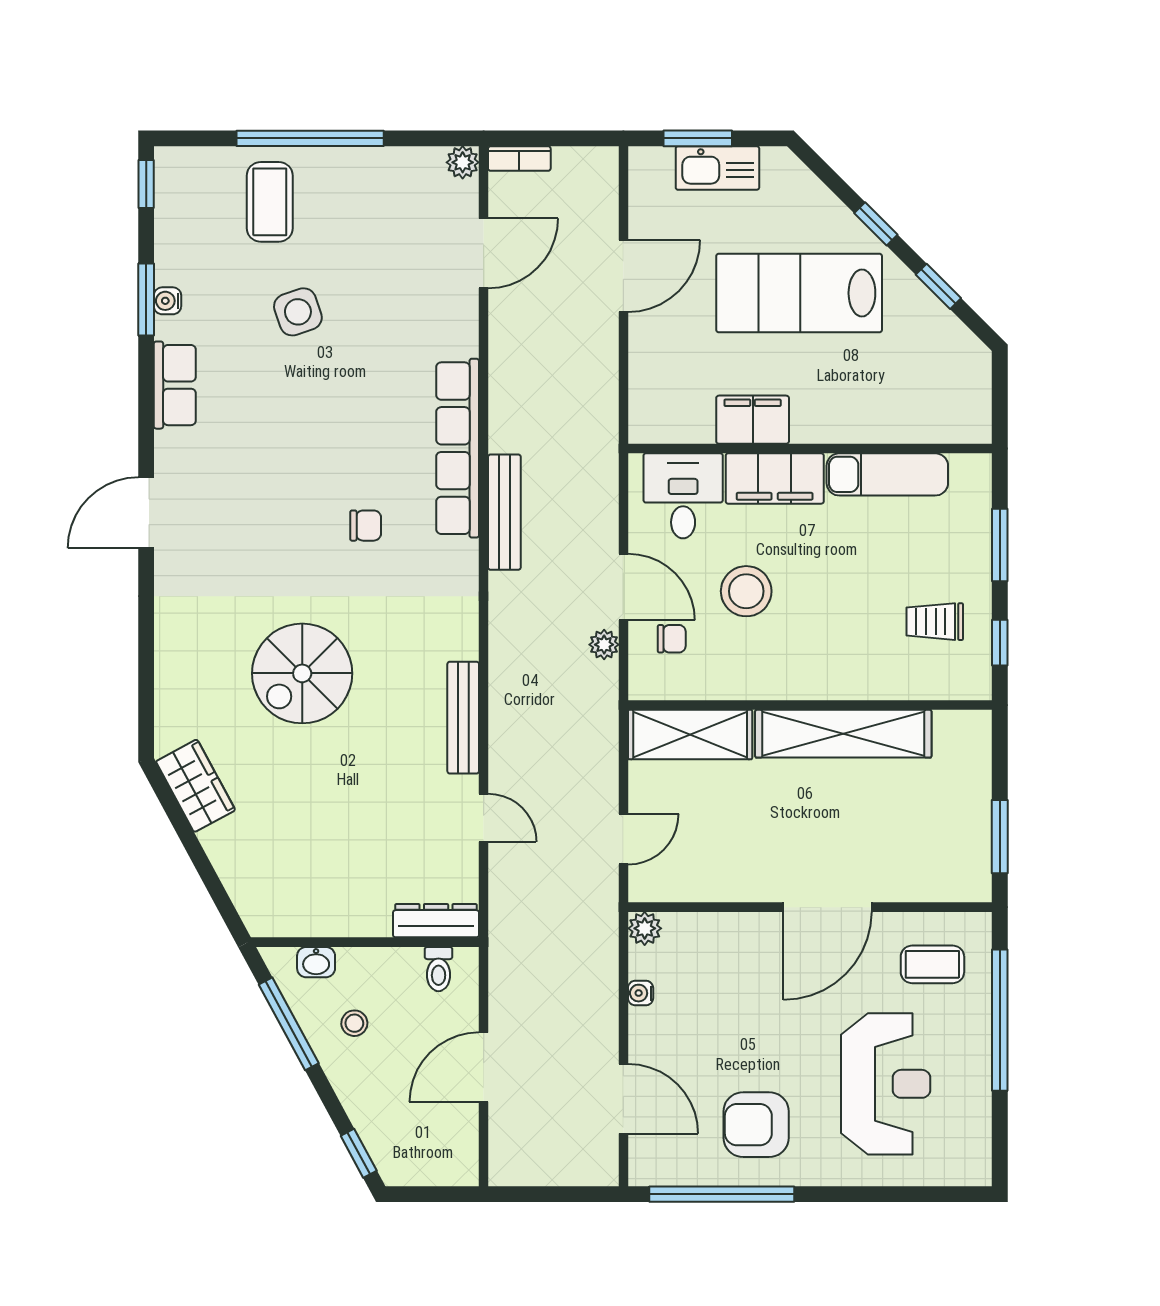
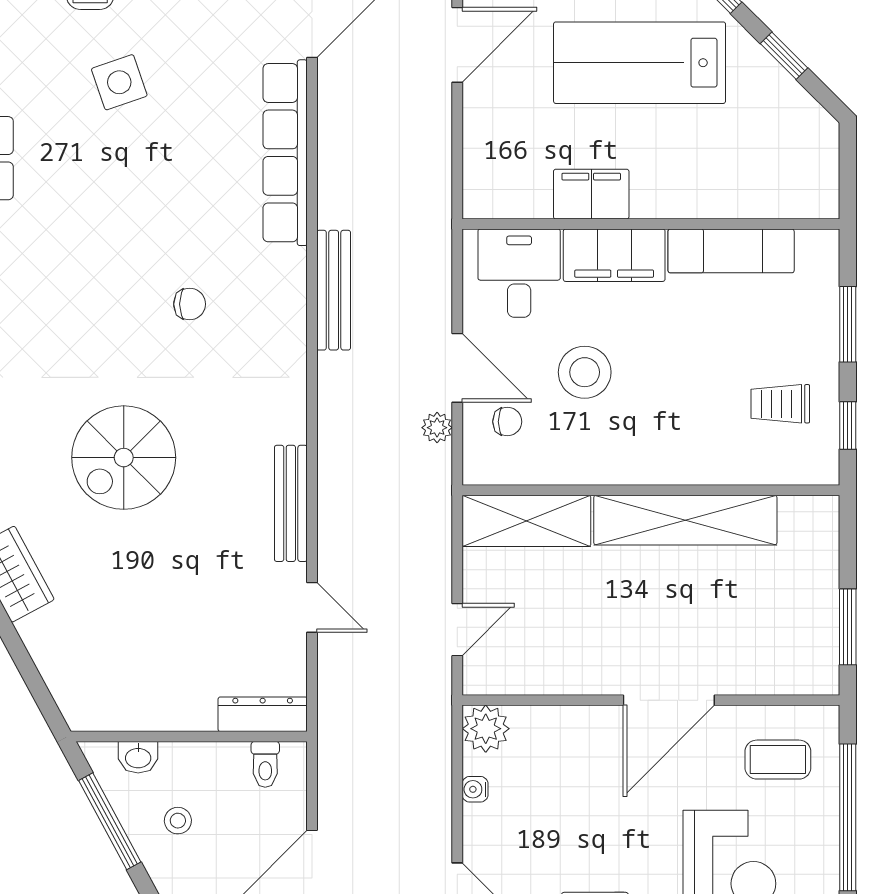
row of seats: (458, 448) -> (285, 153), moved
plant: (645, 928) -> (486, 729), width x1.38, depth x1.38

